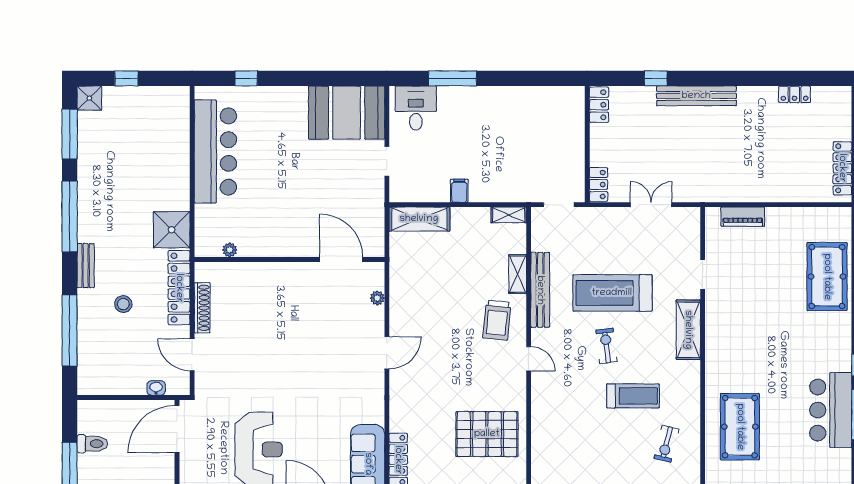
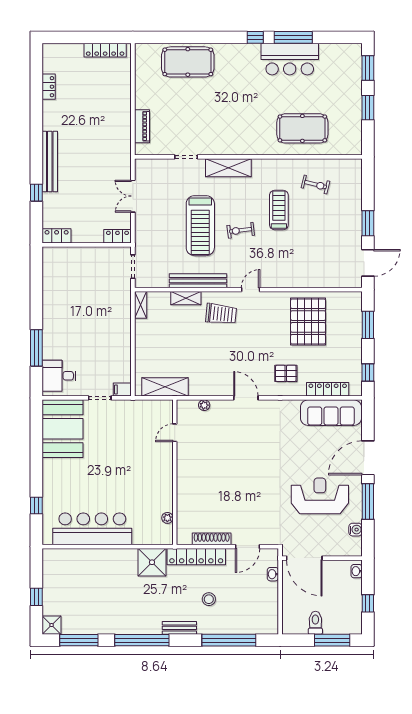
filing cabinet: (459, 191) -> (122, 390), moved
shelving: (419, 219) -> (165, 387), moved, turned 90
door: (341, 259) -> (175, 433), width x0.53
pallet: (419, 405) -> (286, 373), added

